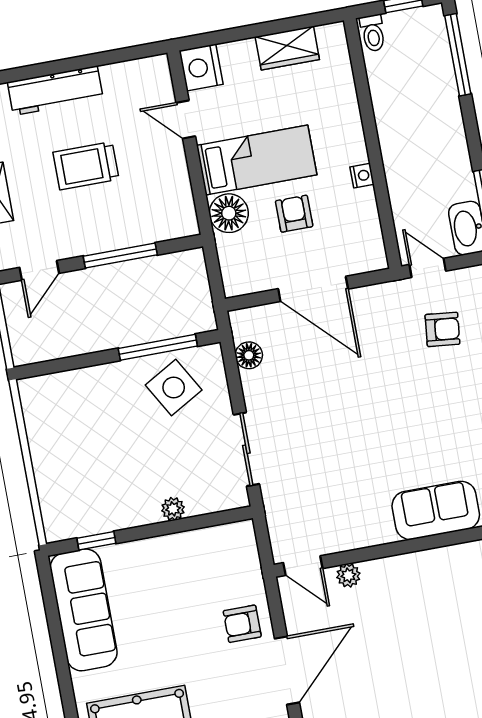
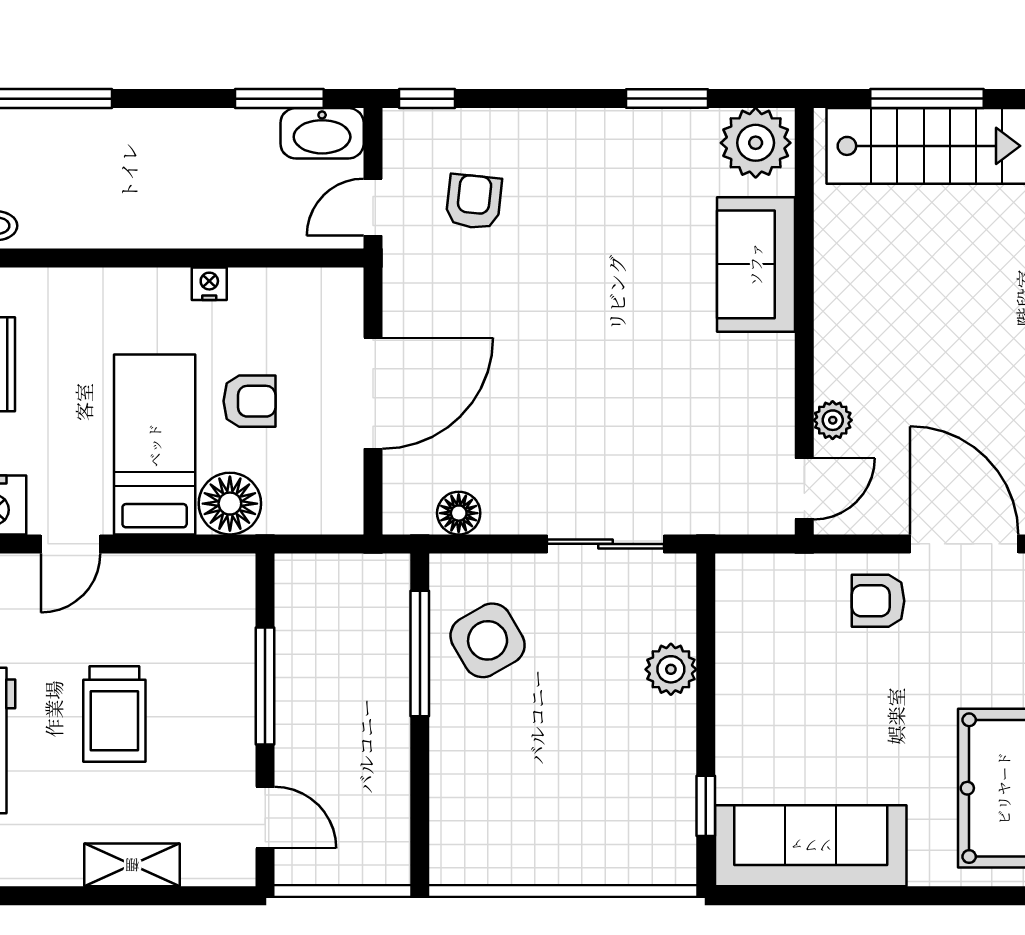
armchair: (294, 214) -> (249, 401), turned 180
plant: (173, 509) -> (671, 669), width x1.38, depth x1.38
armchair: (242, 624) -> (878, 601), turned 90

